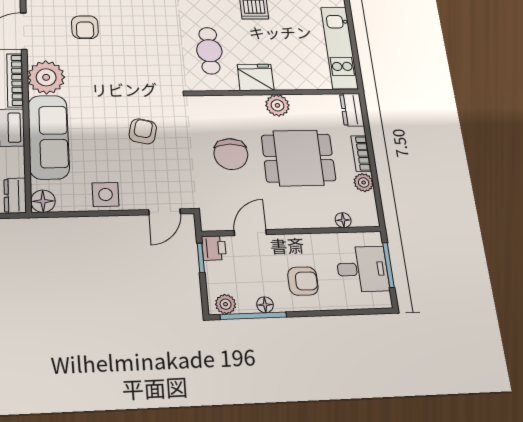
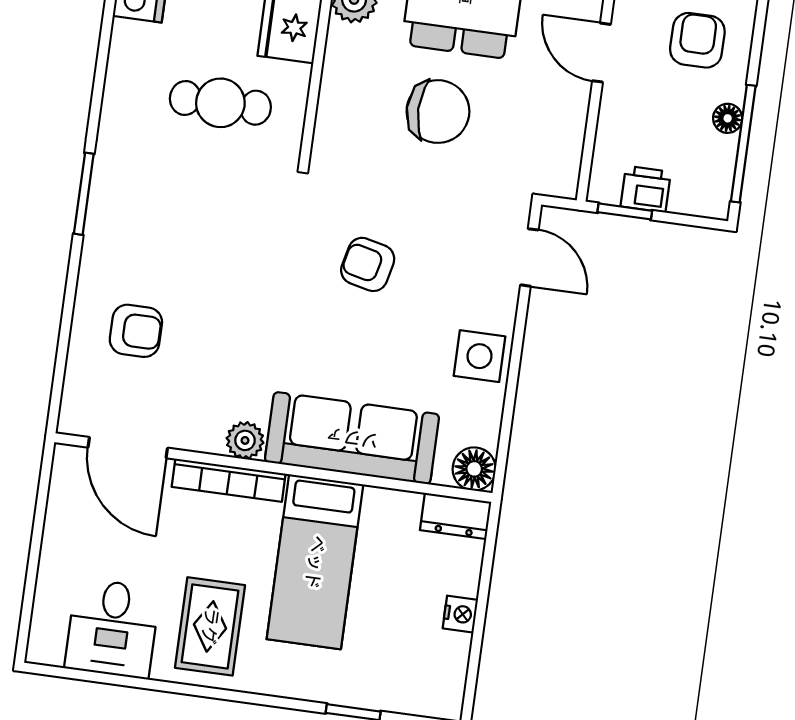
plant: (46, 77) -> (245, 440), width x0.53, depth x0.53
door: (250, 233) -> (601, 53), moved
printer: (214, 248) -> (646, 189), moved
plant: (226, 304) -> (715, 187), removed

